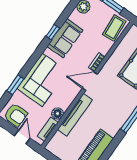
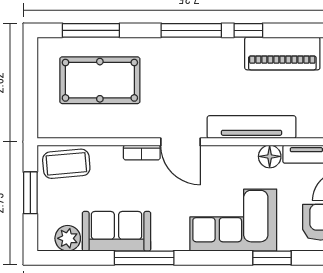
window: (53, 32) -> (144, 258), width x2.17
sofa: (65, 38) -> (117, 231), moved
window: (116, 142) -> (248, 30), added

